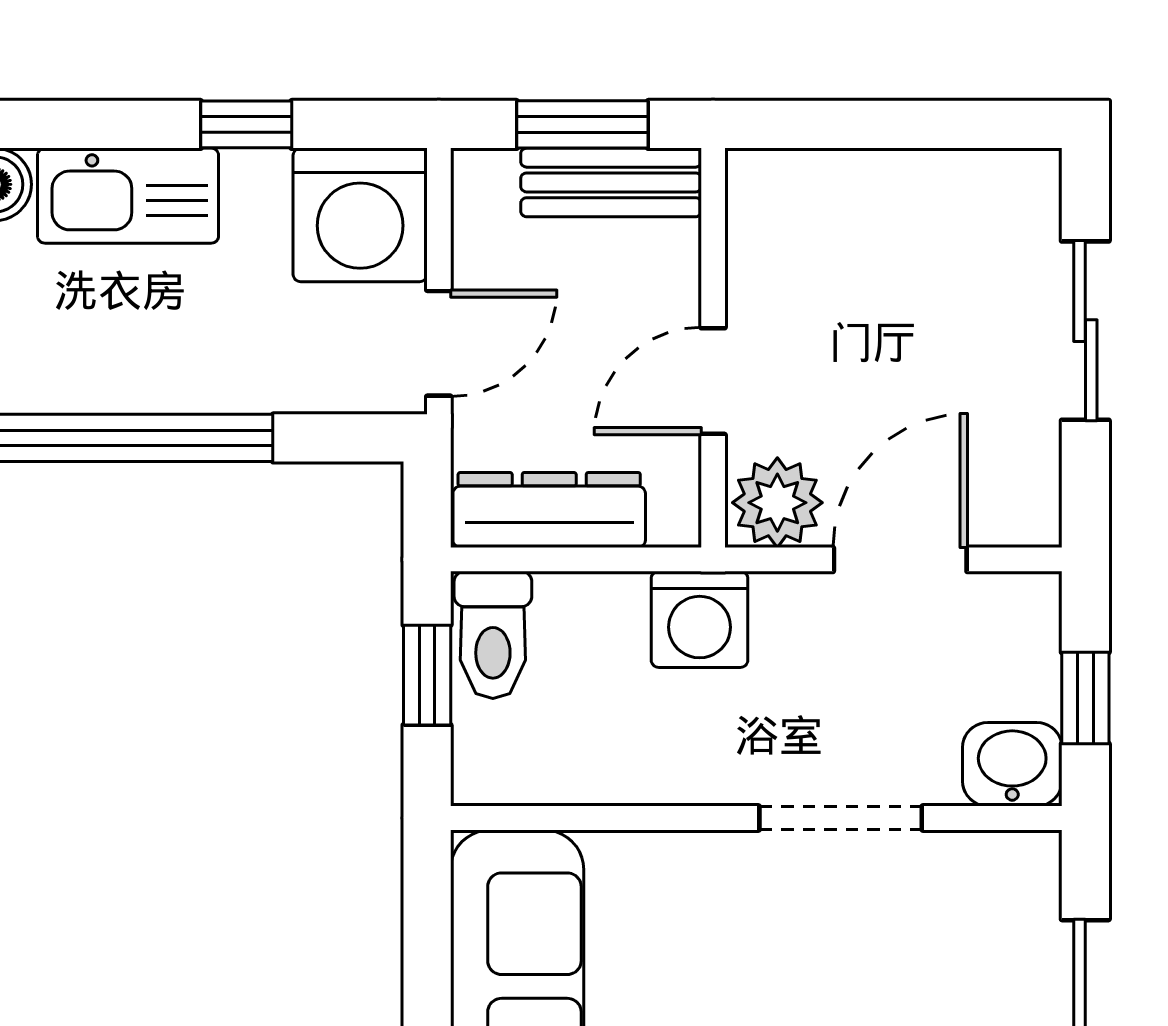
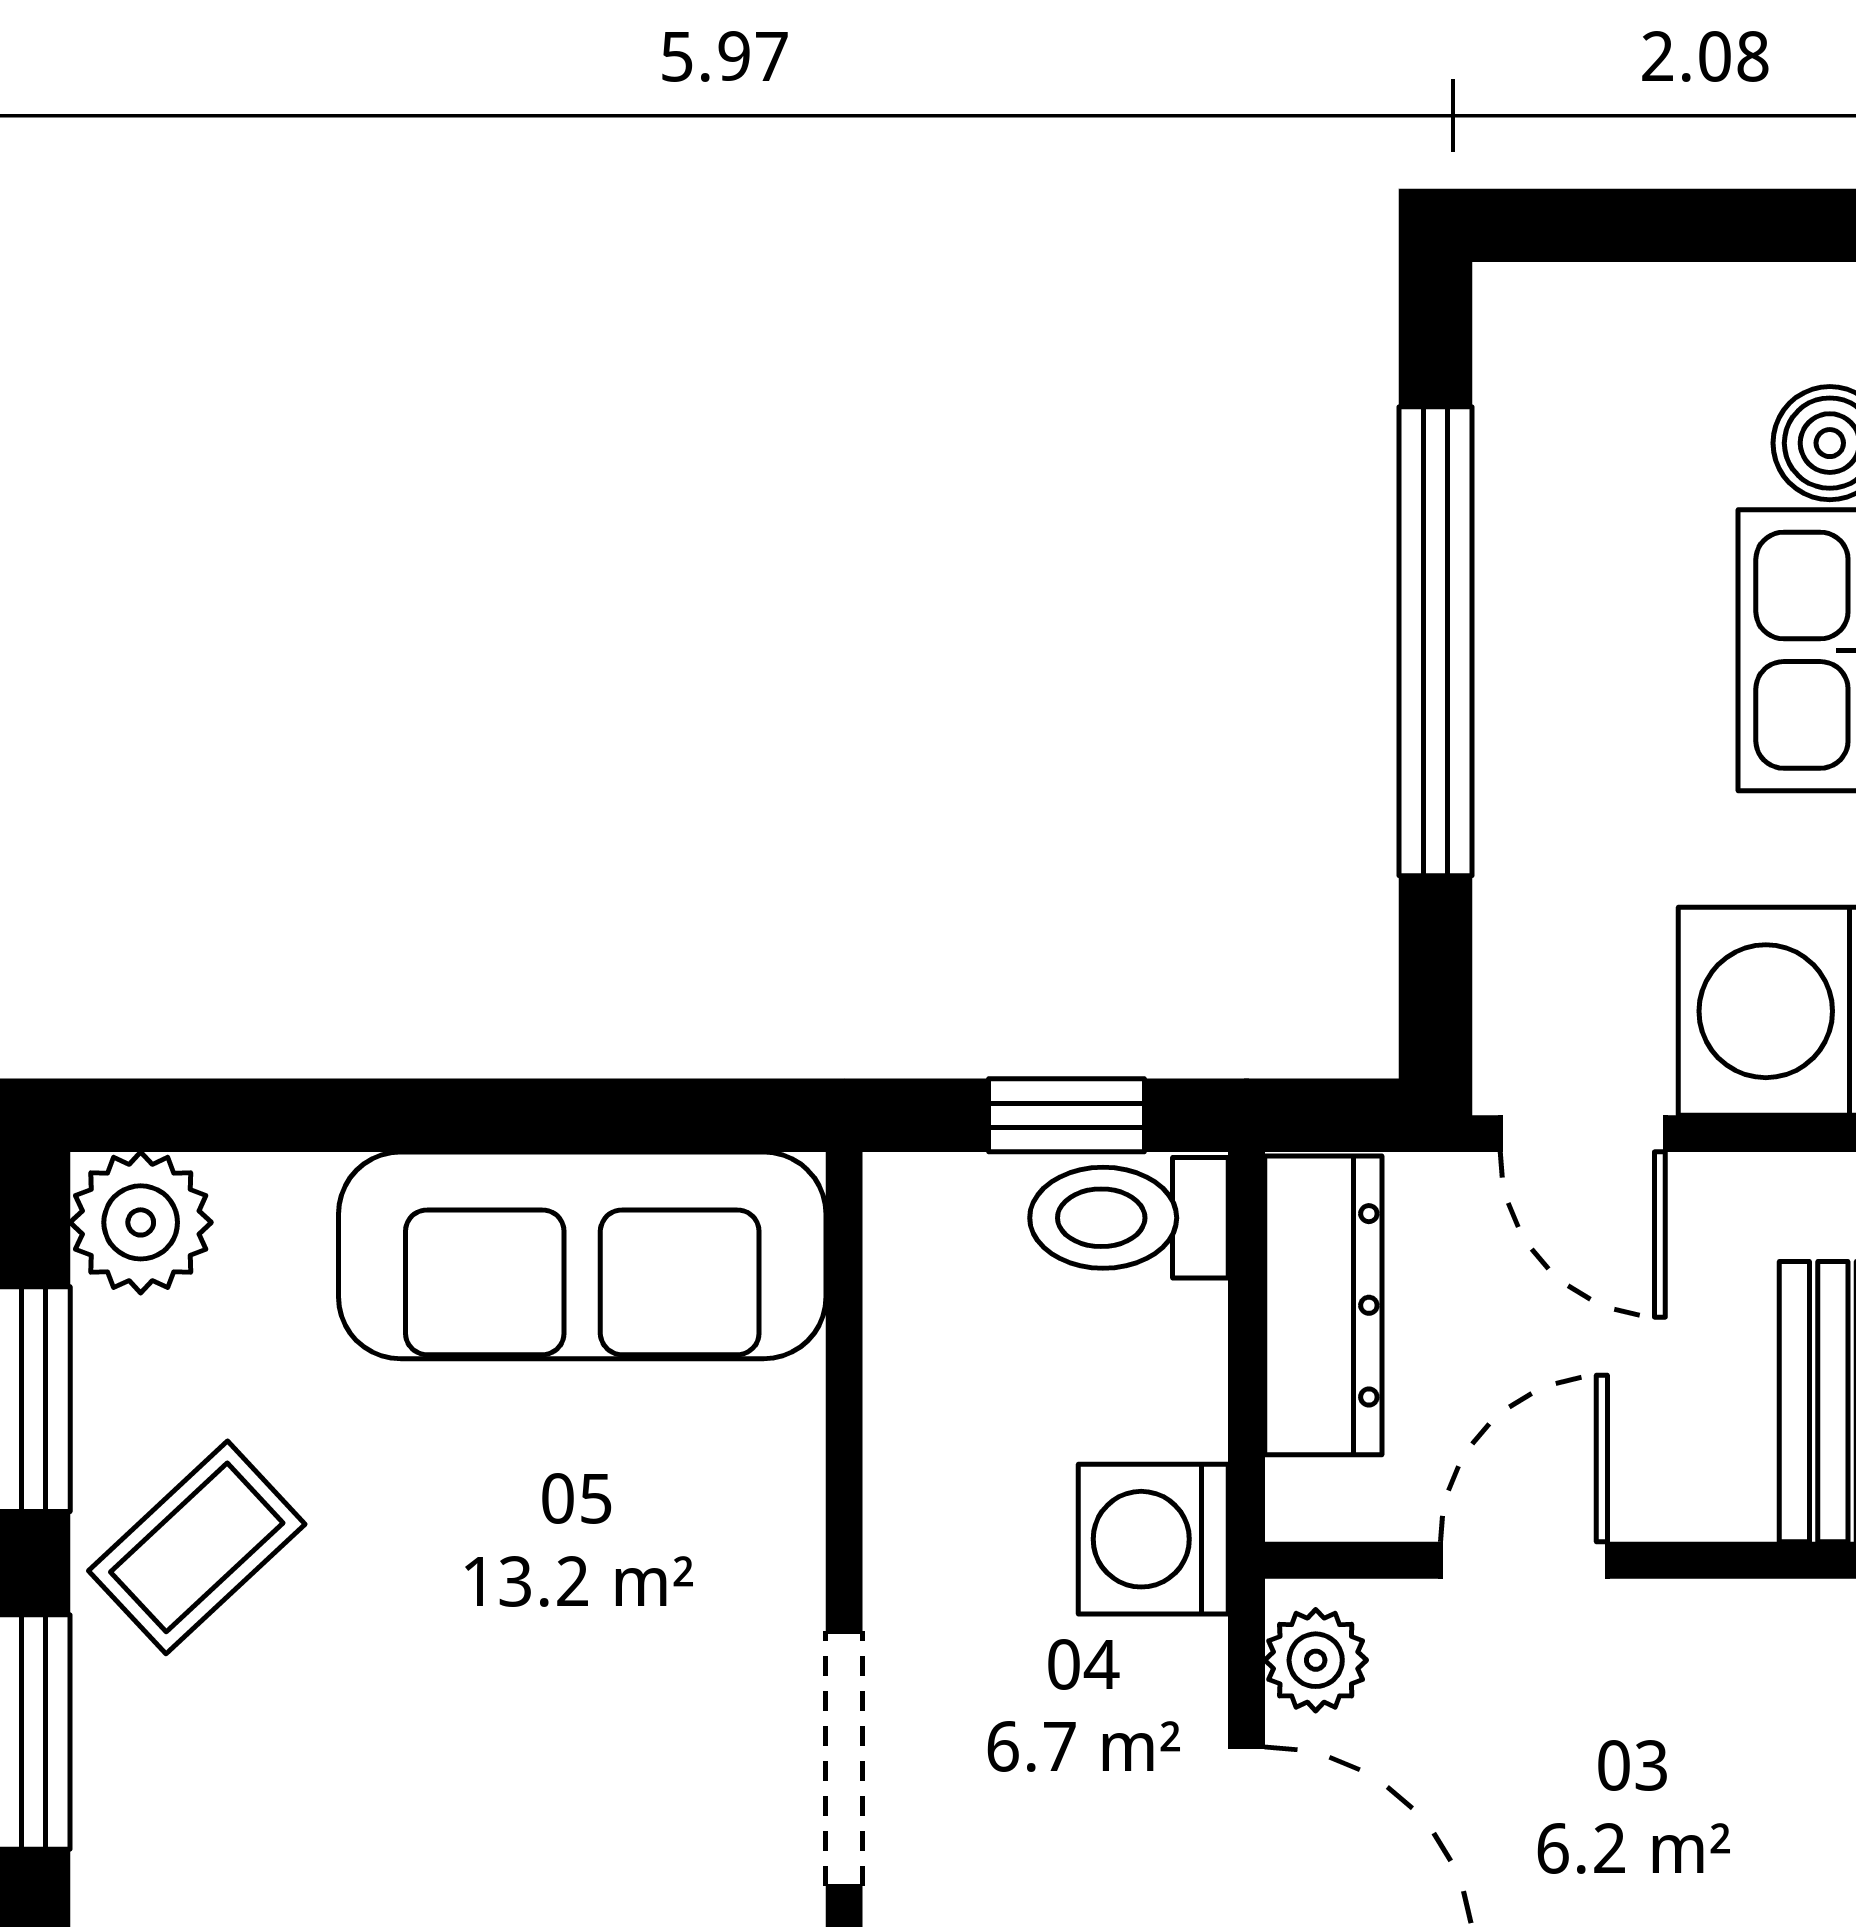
door: (713, 381) -> (1524, 1560), hinge flipped
plant: (777, 503) -> (1316, 1660), width x0.73, depth x0.73

